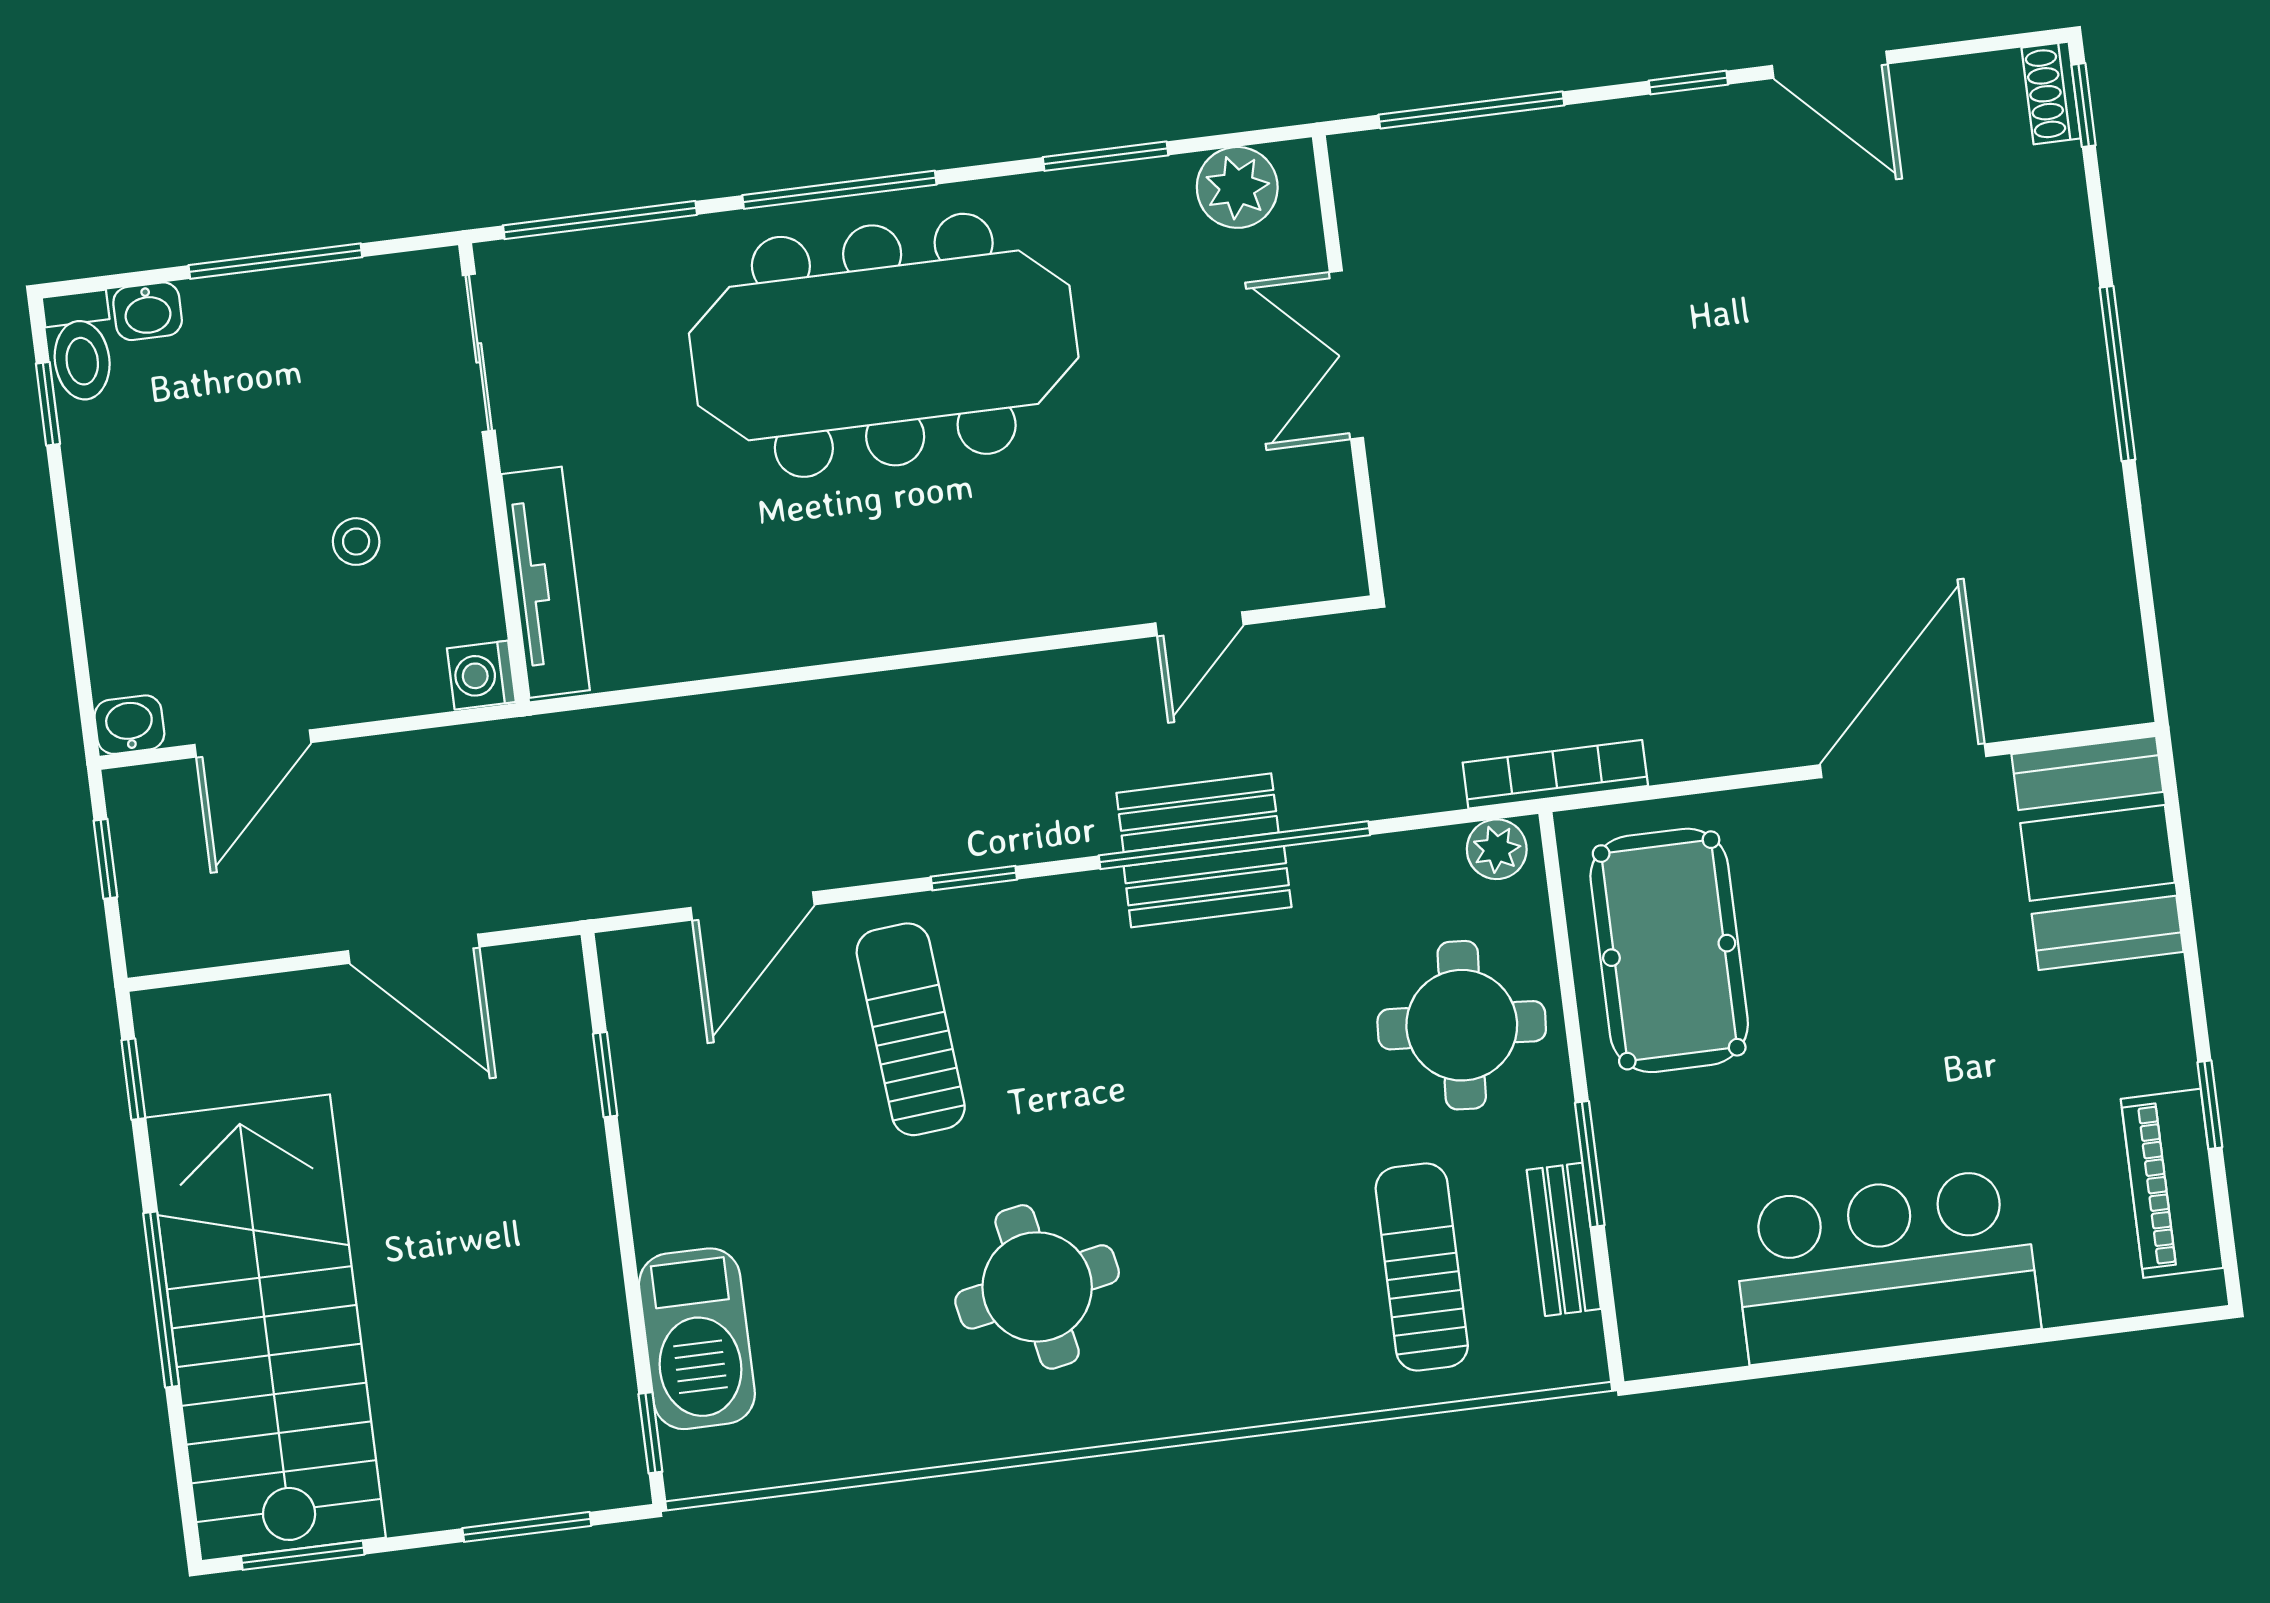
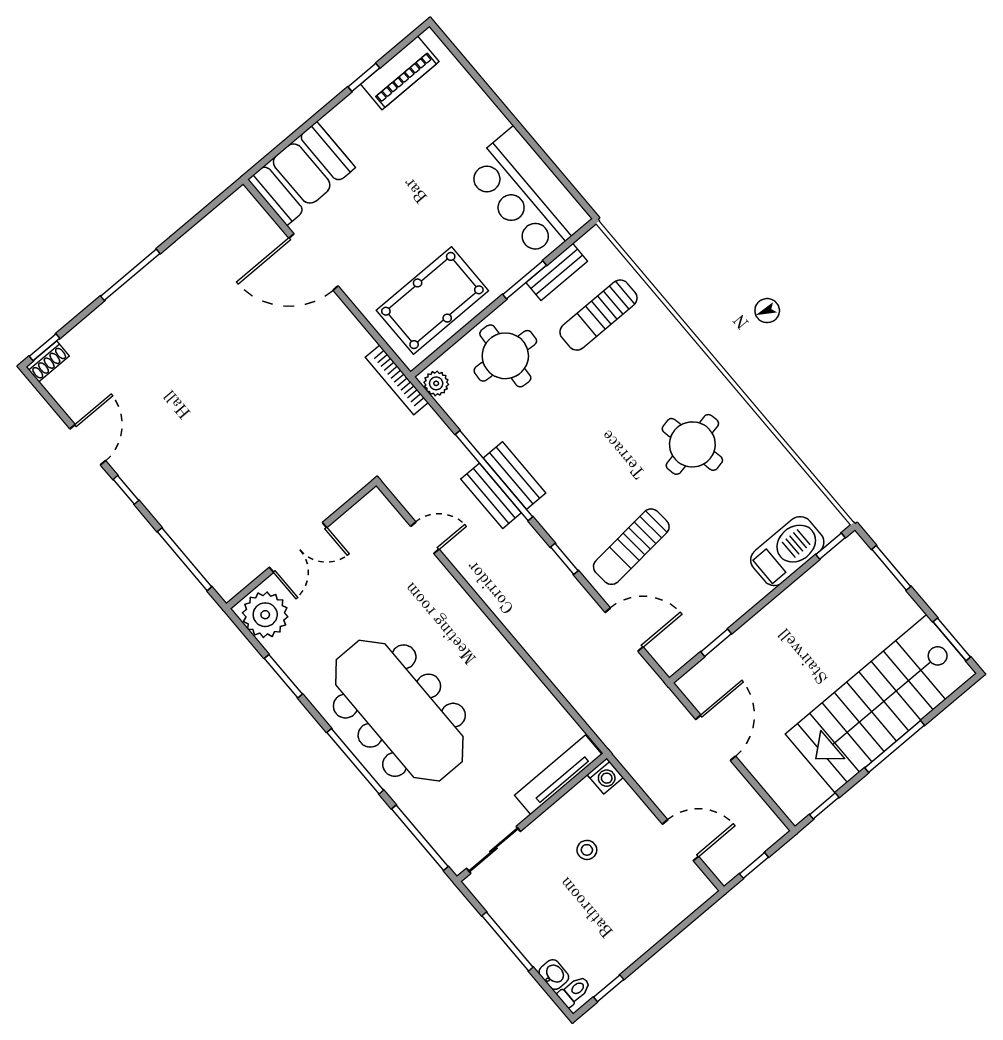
plant: (1237, 187) -> (265, 615), width x1.36, depth x1.36
toilet: (80, 346) -> (574, 991), width x0.73, depth x0.72
washbasin: (129, 725) -> (702, 887), removed
bar counter: (1885, 1266) -> (527, 194), moved

